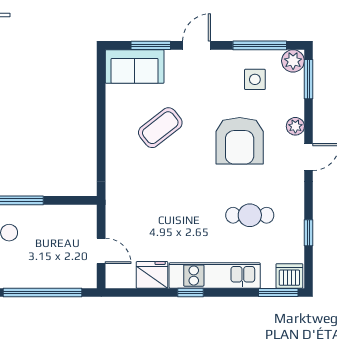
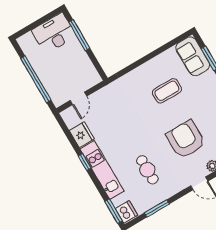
coffee table: (160, 128) -> (167, 91), turned -52
armchair: (240, 141) -> (186, 140), turned 90
window: (308, 233) -> (157, 208), width x1.50

